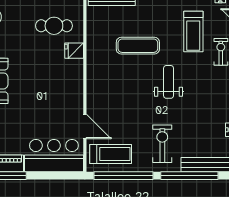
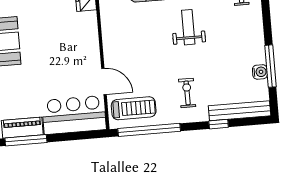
exercise bike: (162, 144) -> (187, 93), width x0.73, depth x0.72
window: (189, 176) -> (219, 124), width x0.32

